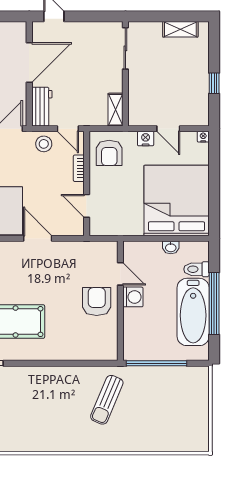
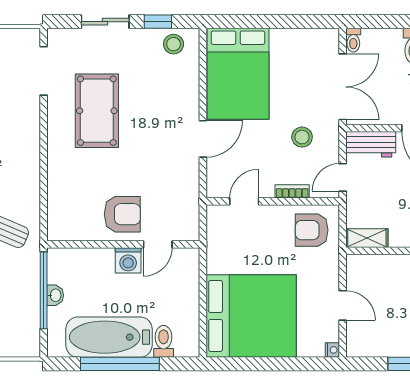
door: (168, 129) -> (343, 305), swing flipped
nightstand: (146, 139) -> (330, 277), removed
stool: (44, 144) -> (302, 137), moved
washbasin: (171, 247) -> (55, 295), moved, turned 180

